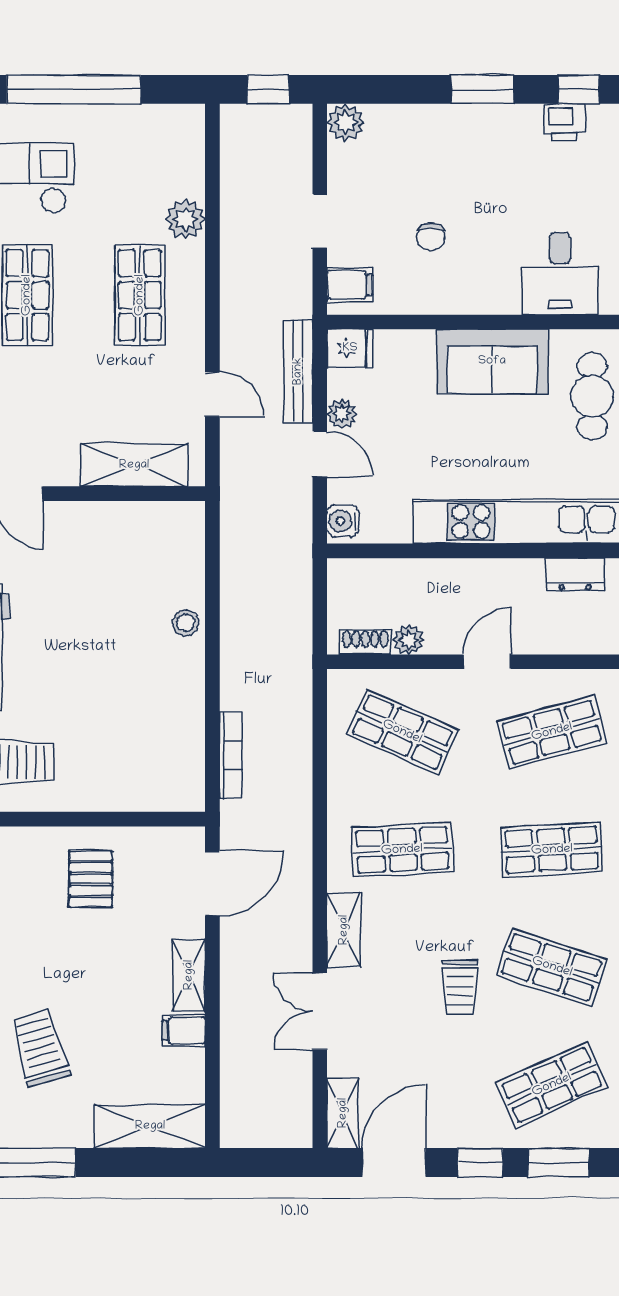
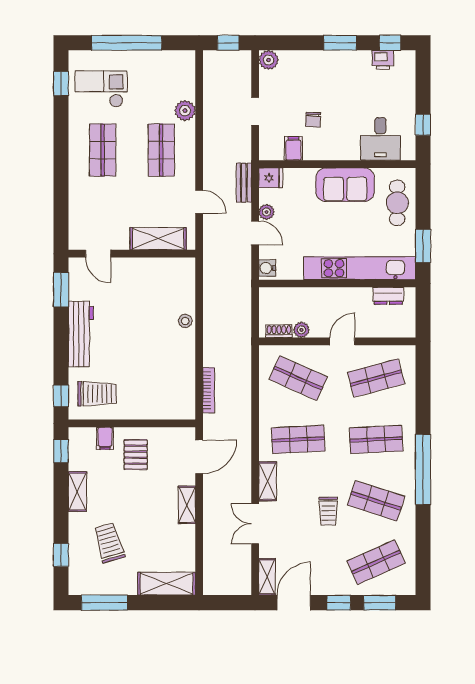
filing cabinet: (350, 285) -> (293, 148), moved, turned -90
bench: (298, 371) -> (244, 183), width x0.73
filing cabinet: (184, 1030) -> (105, 438), moved, turned -90

